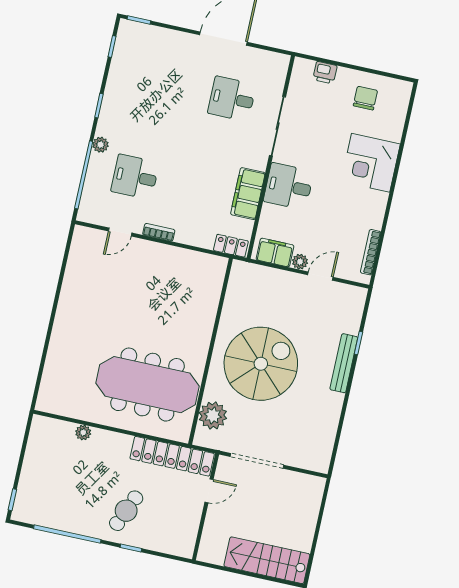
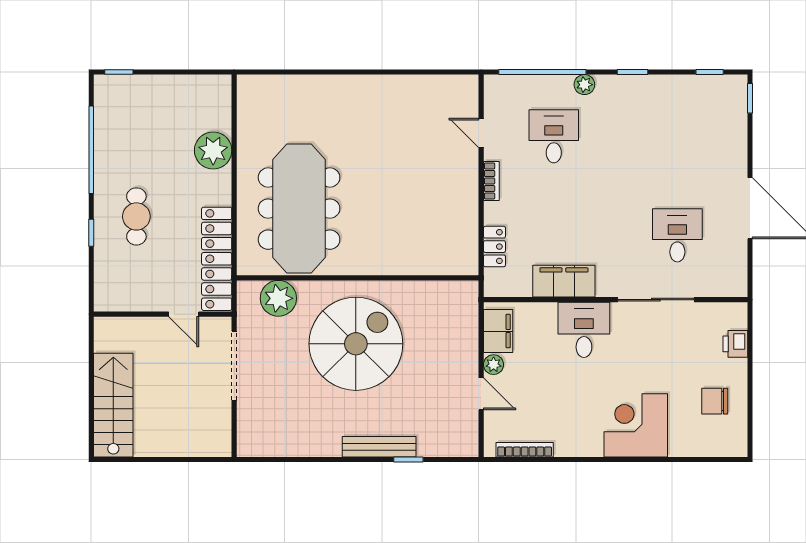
chair: (365, 98) -> (715, 401), turned 180
locker: (231, 246) -> (494, 247), moved
spiral stairs: (261, 364) -> (356, 344), turned -90
plant: (83, 433) -> (213, 150), width x1.87, depth x1.87
cafe table: (126, 511) -> (136, 216), turned 67

